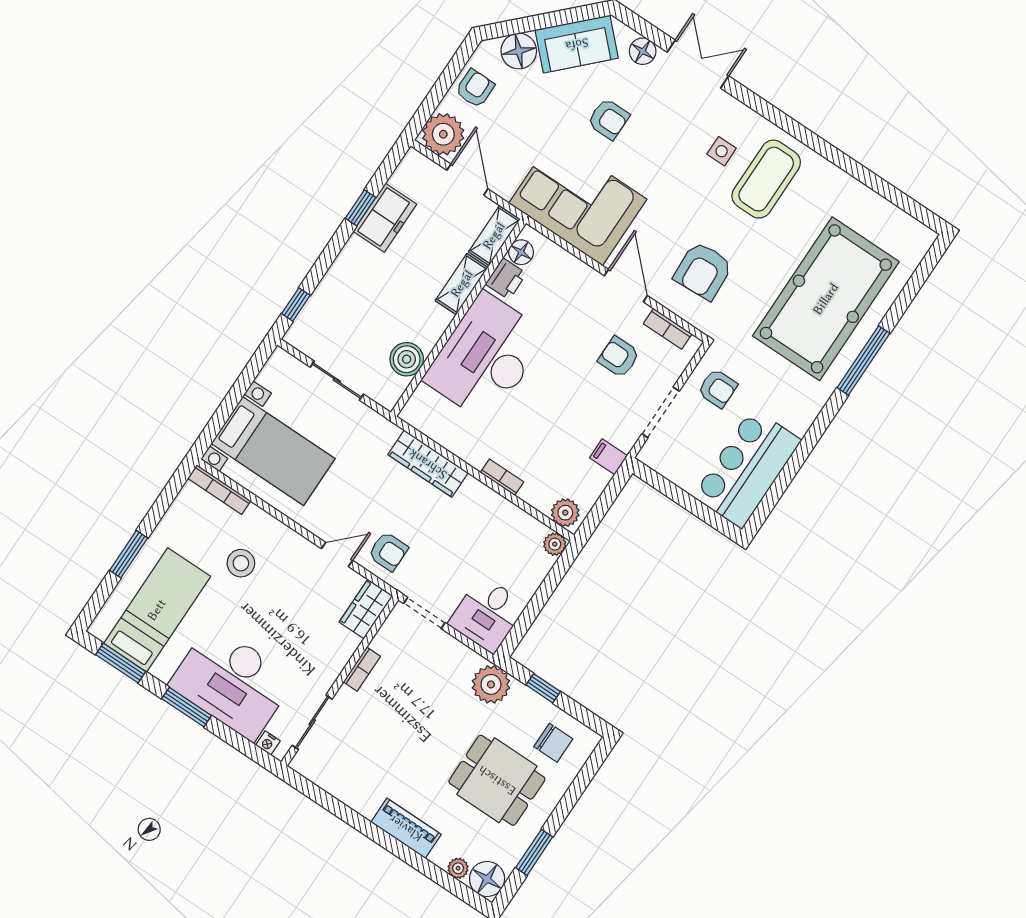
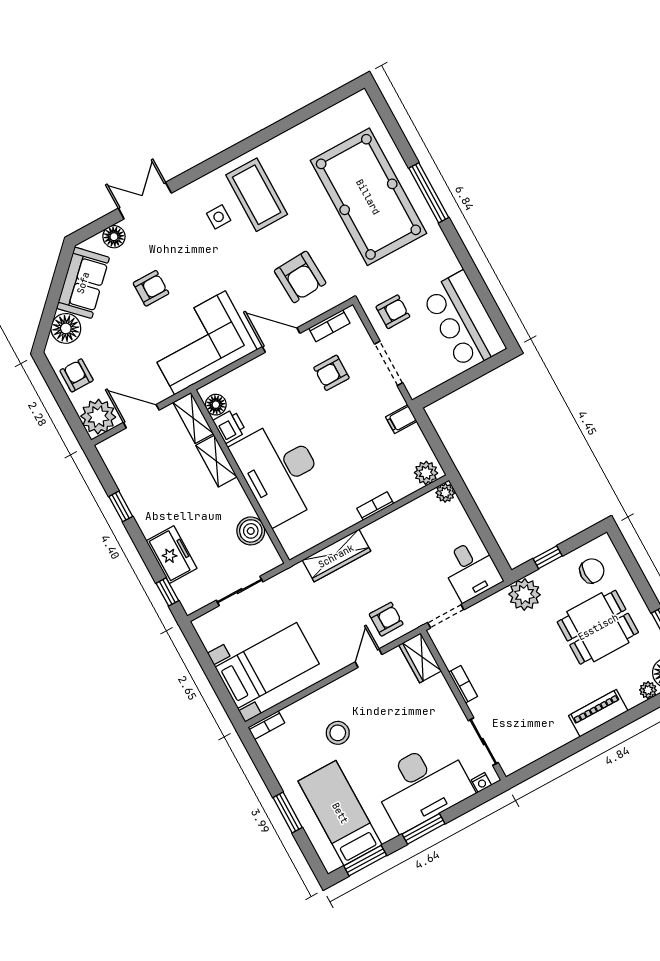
freezer: (385, 218) -> (172, 555), moved
bookcase: (219, 490) -> (266, 725), width x0.64

